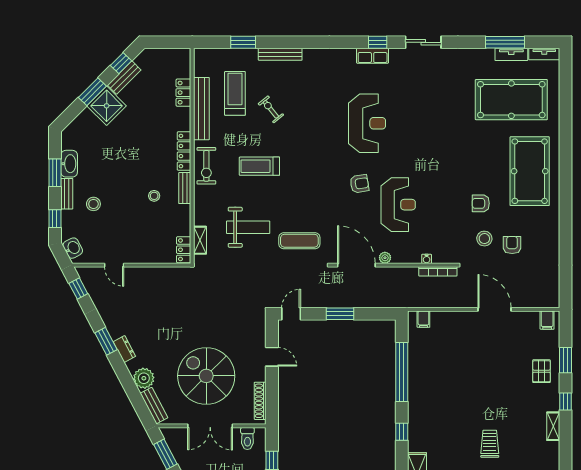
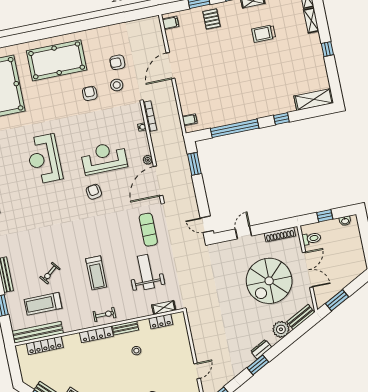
locker: (183, 93) -> (45, 345), width x1.53
bench: (201, 109) -> (38, 332), moved
reception desk: (367, 123) -> (44, 159), moved, turned -90
exercise bike: (206, 166) -> (104, 315), width x0.73, depth x0.72
armchair: (481, 203) -> (90, 93), turned 180
locker: (184, 250) -> (161, 321), moved
window: (340, 314) -> (194, 164), moved
pallet: (541, 371) -> (211, 19), turned 90
trolley: (490, 444) -> (264, 34), moved

